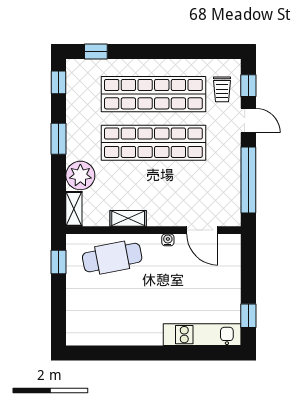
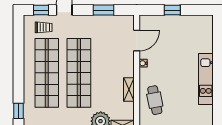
window: (248, 180) -> (103, 10), width x0.47
cafe table: (112, 258) -> (155, 100), width x0.73, depth x0.74
window: (248, 316) -> (172, 10), moved
kitchen unit: (202, 335) -> (206, 79), moved

